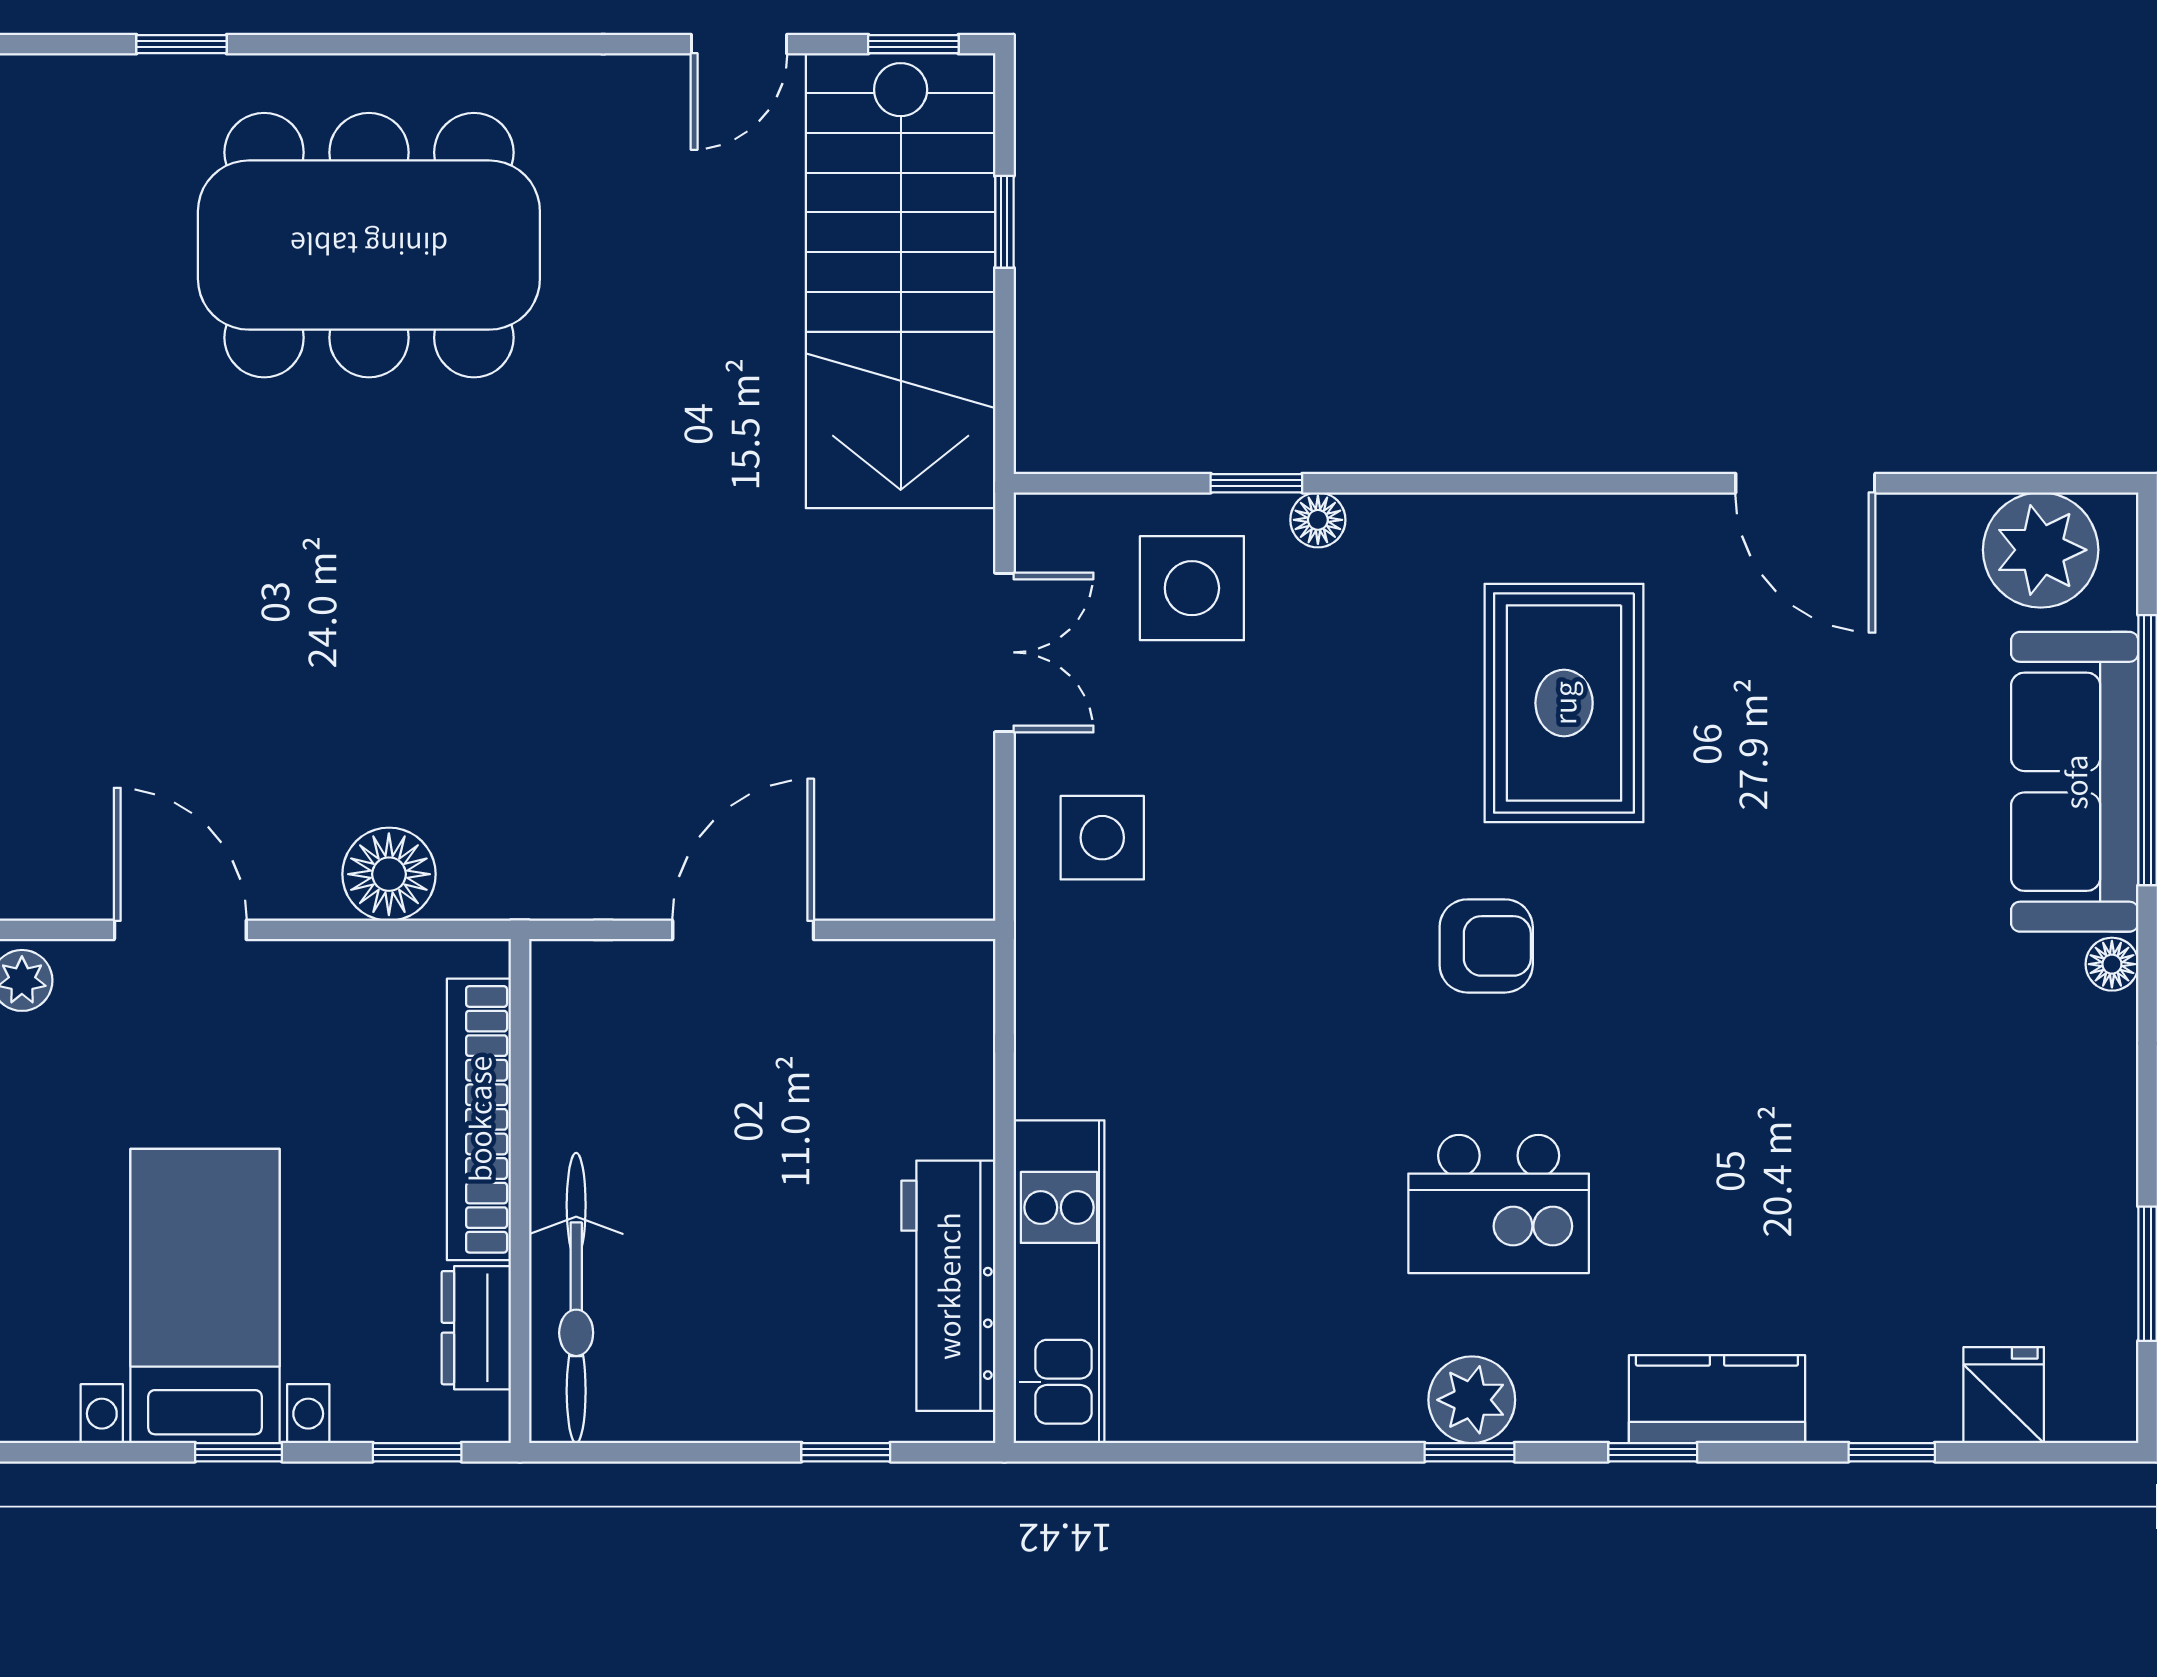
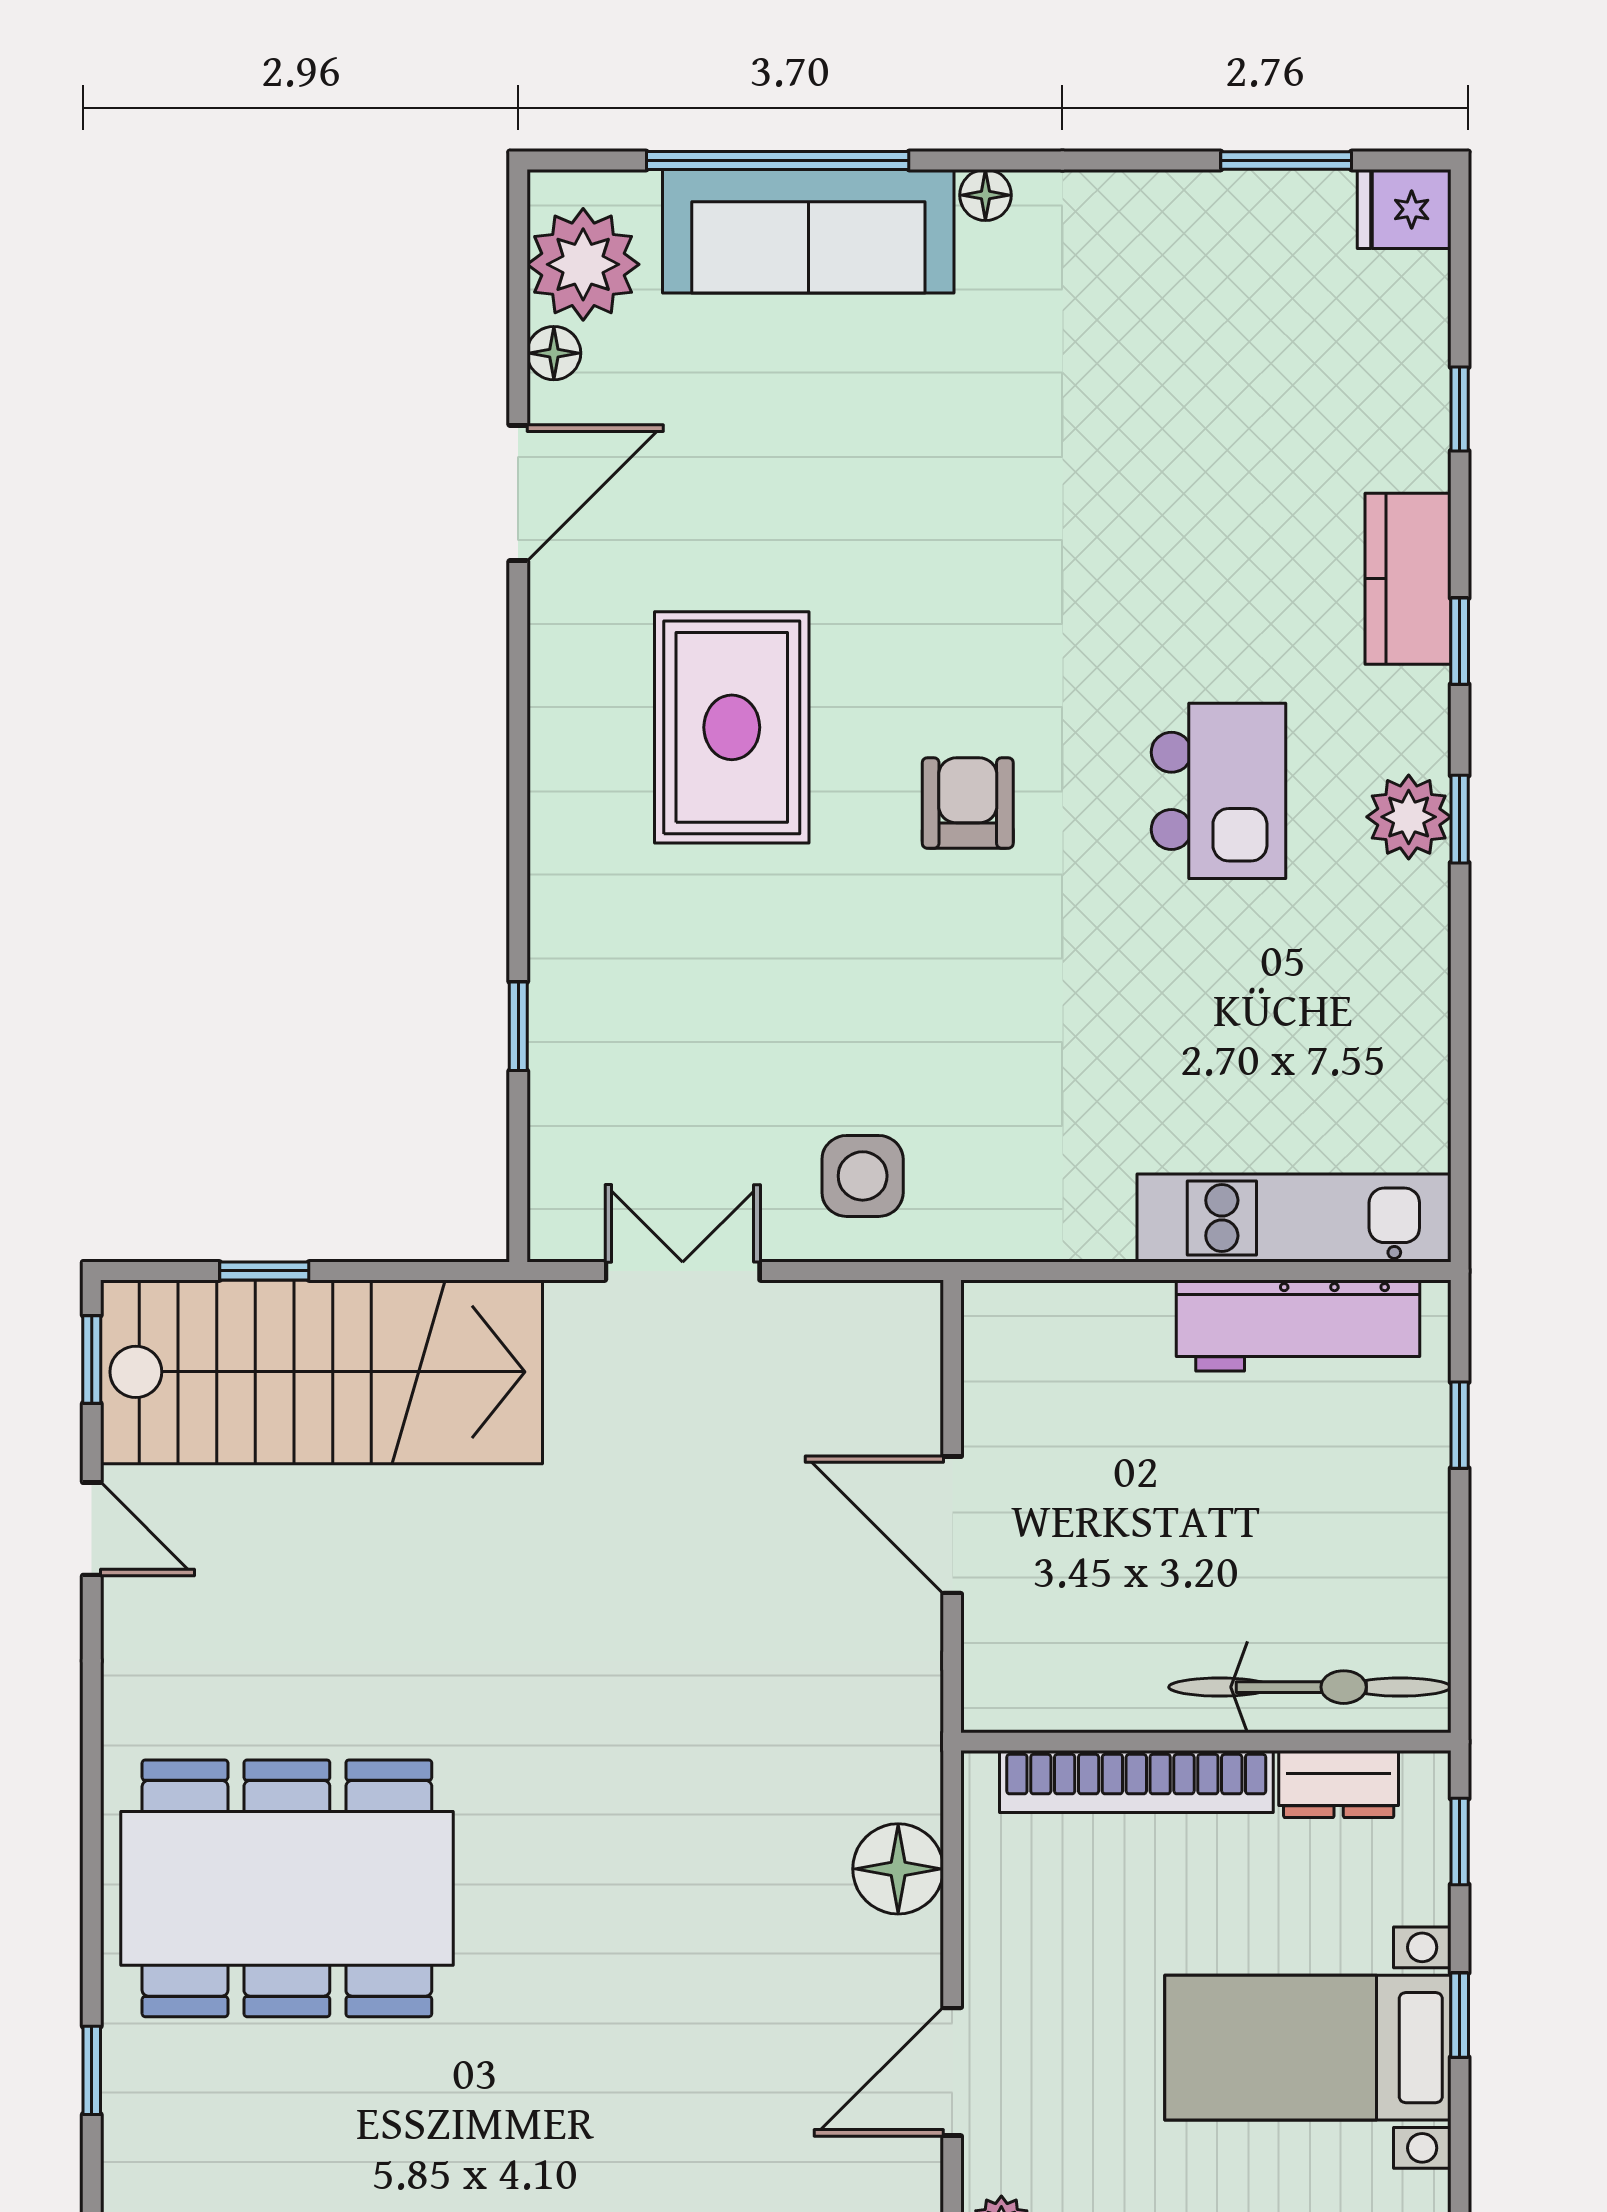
dining table: (369, 245) -> (287, 1888), turned 90
floor lamp: (1318, 520) -> (554, 353), moved
side table: (1192, 588) -> (620, 1089), removed
rug: (1564, 703) -> (732, 727), turned 90
fridge: (2004, 1395) -> (1404, 209), moved

